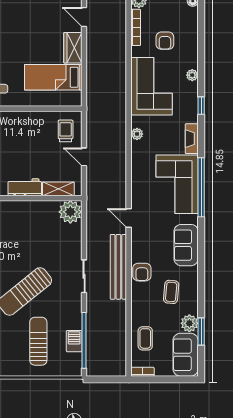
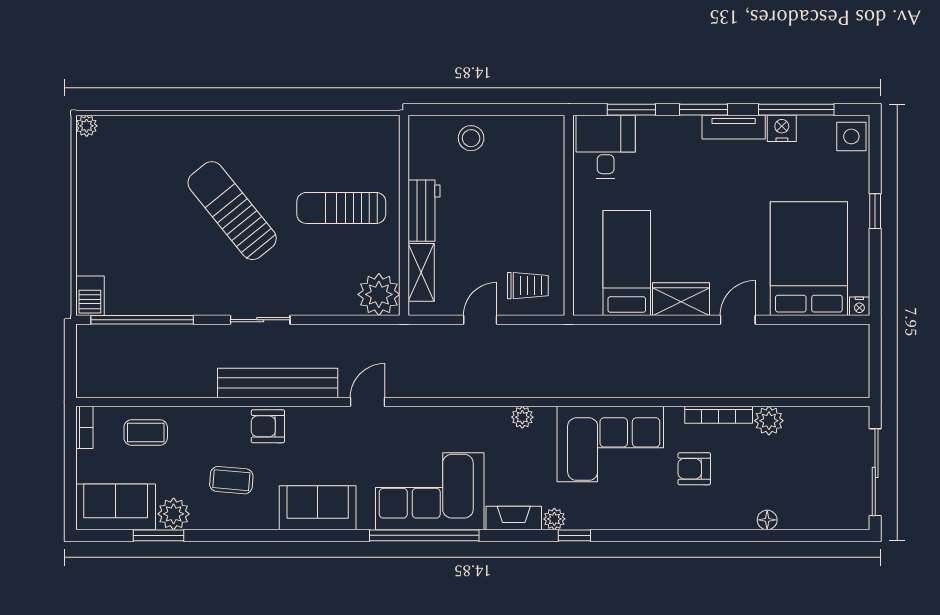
plant: (192, 75) -> (554, 519), moved
sun lounger: (38, 341) -> (341, 208), moved, turned 180
barbecue: (74, 341) -> (90, 296), moved, turned 90

